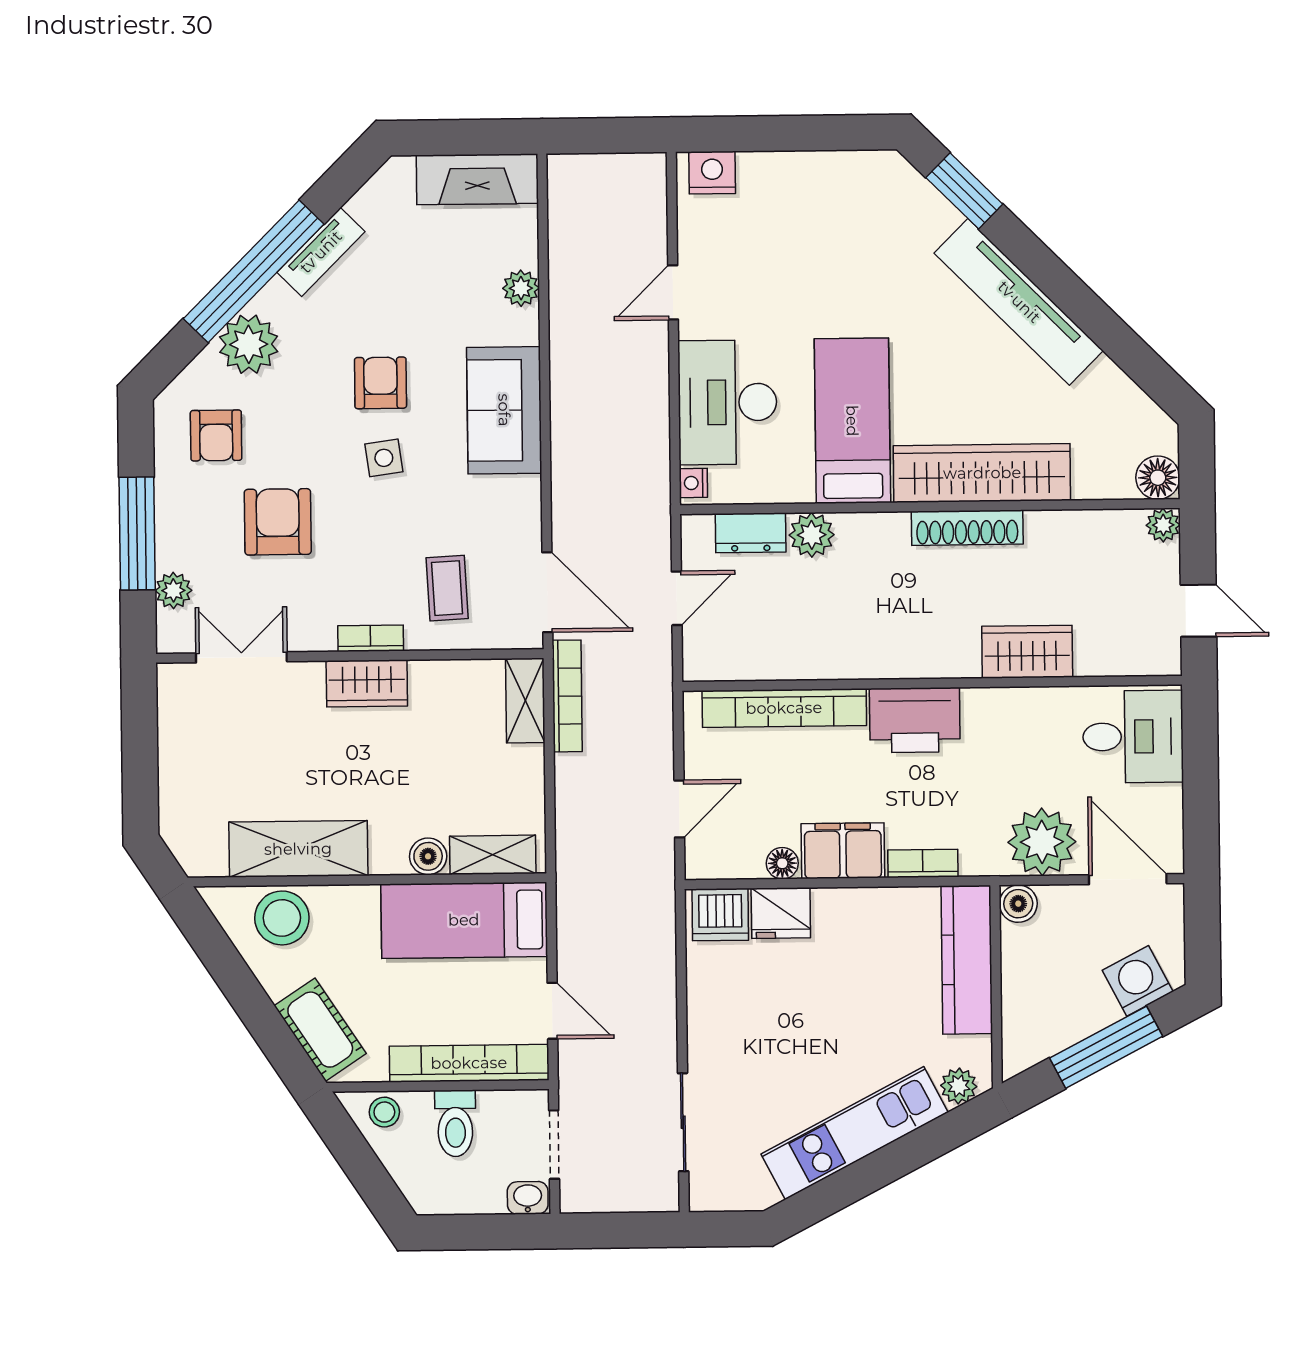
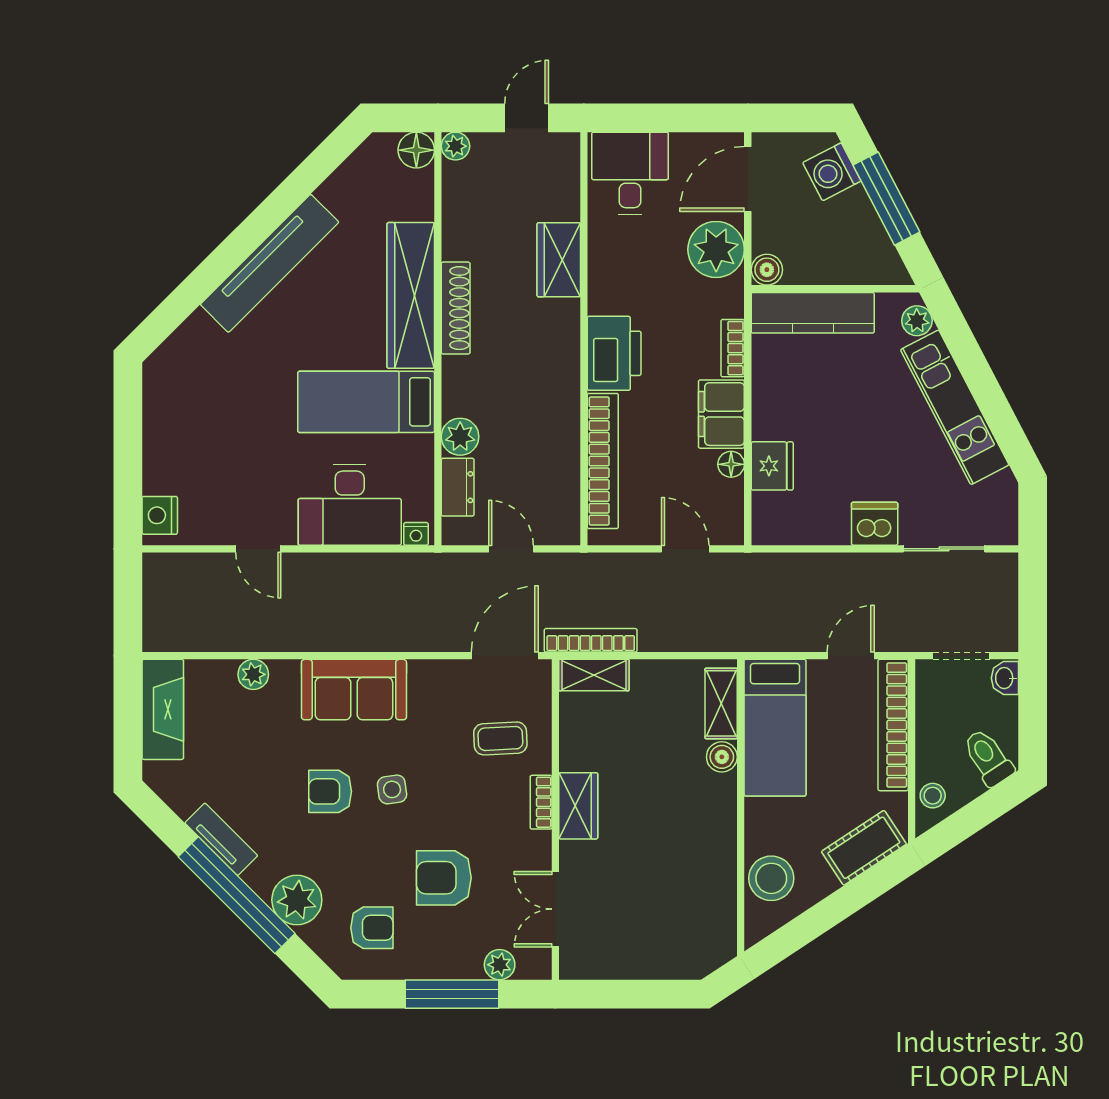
window: (964, 191) -> (177, 307), removed
shelving: (298, 849) -> (714, 864), removed
dishwasher: (720, 915) -> (875, 524), moved, turned -90
toilet: (455, 1123) -> (988, 757), moved, turned -123

